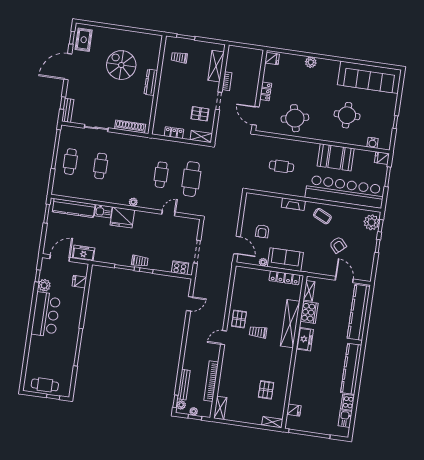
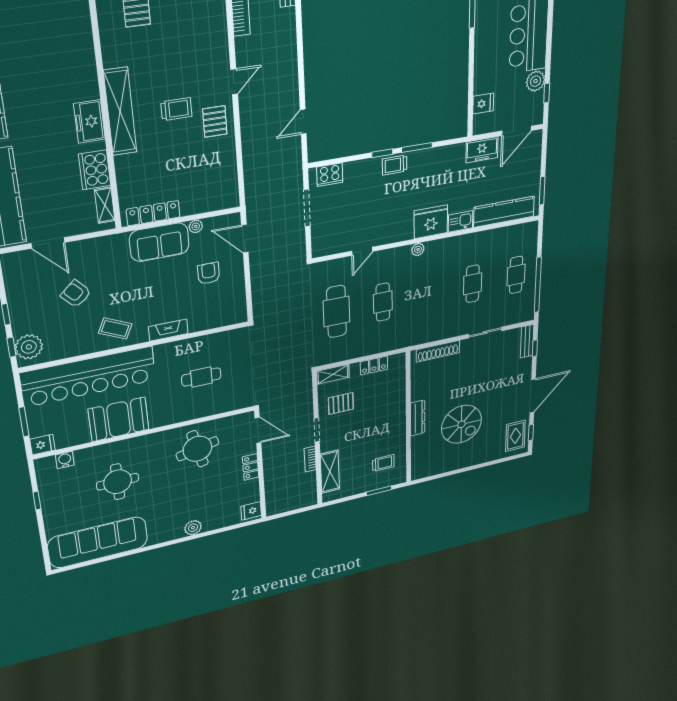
shelving: (290, 324) -> (120, 112), moved

